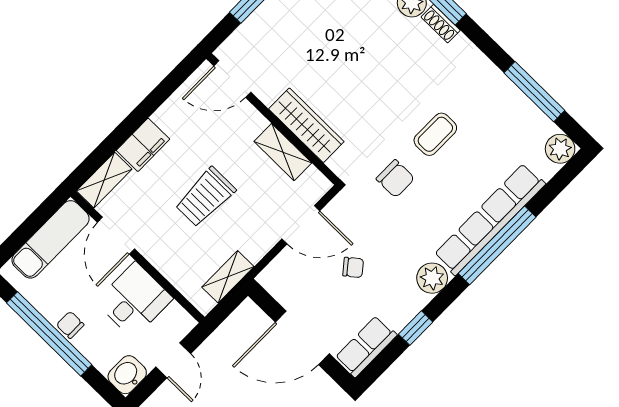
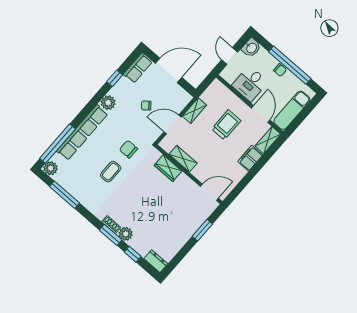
wardrobe: (306, 125) -> (168, 168), width x0.67
trolley: (205, 197) -> (226, 125), moved
window: (497, 245) -> (58, 144), moved
shelving: (228, 277) -> (194, 111), moved

